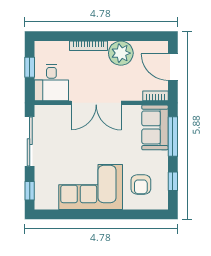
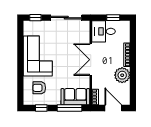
door: (173, 67) -> (113, 108), hinge flipped

